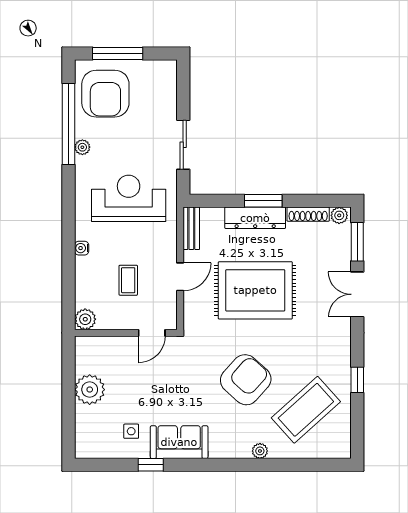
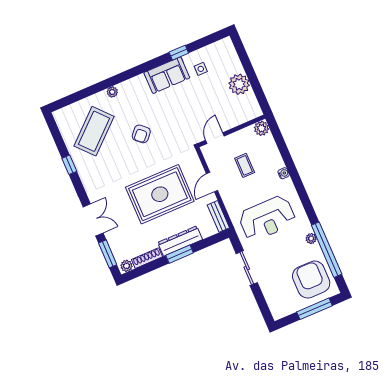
armchair: (246, 380) -> (141, 134), width x0.53, depth x0.53

